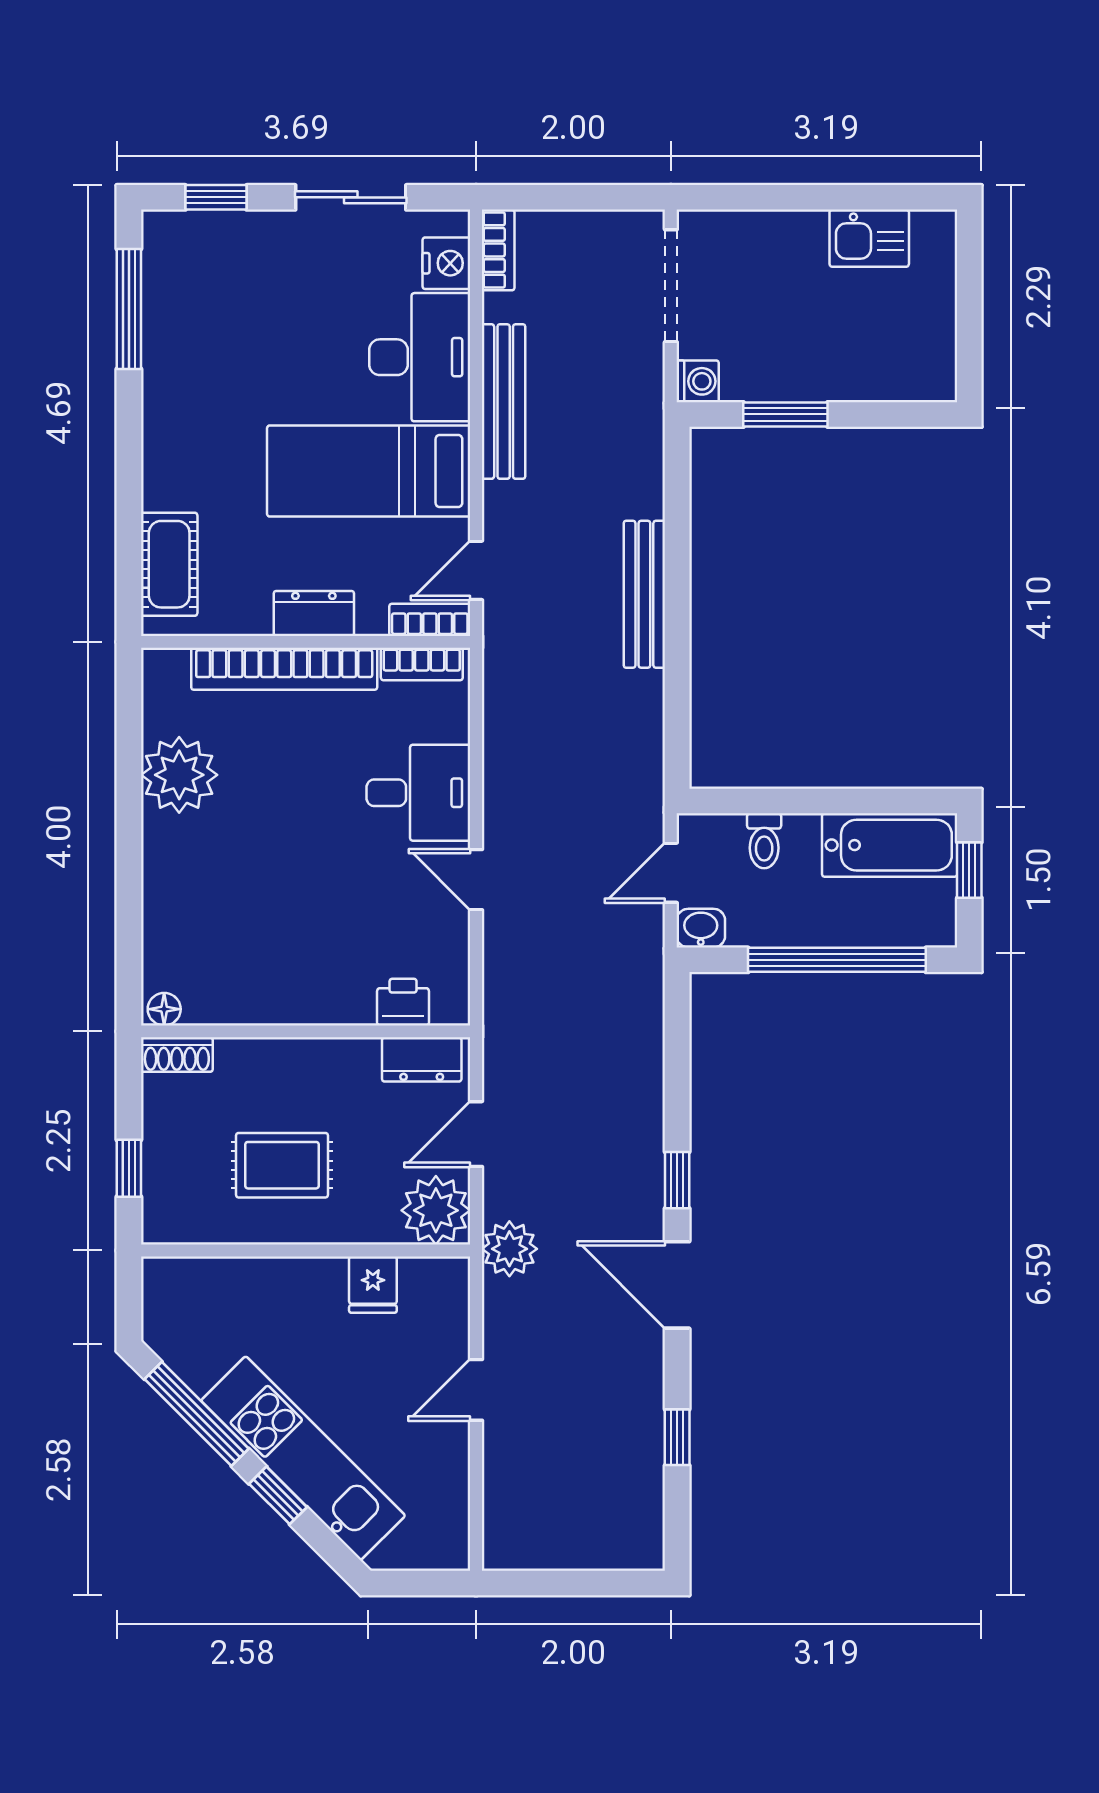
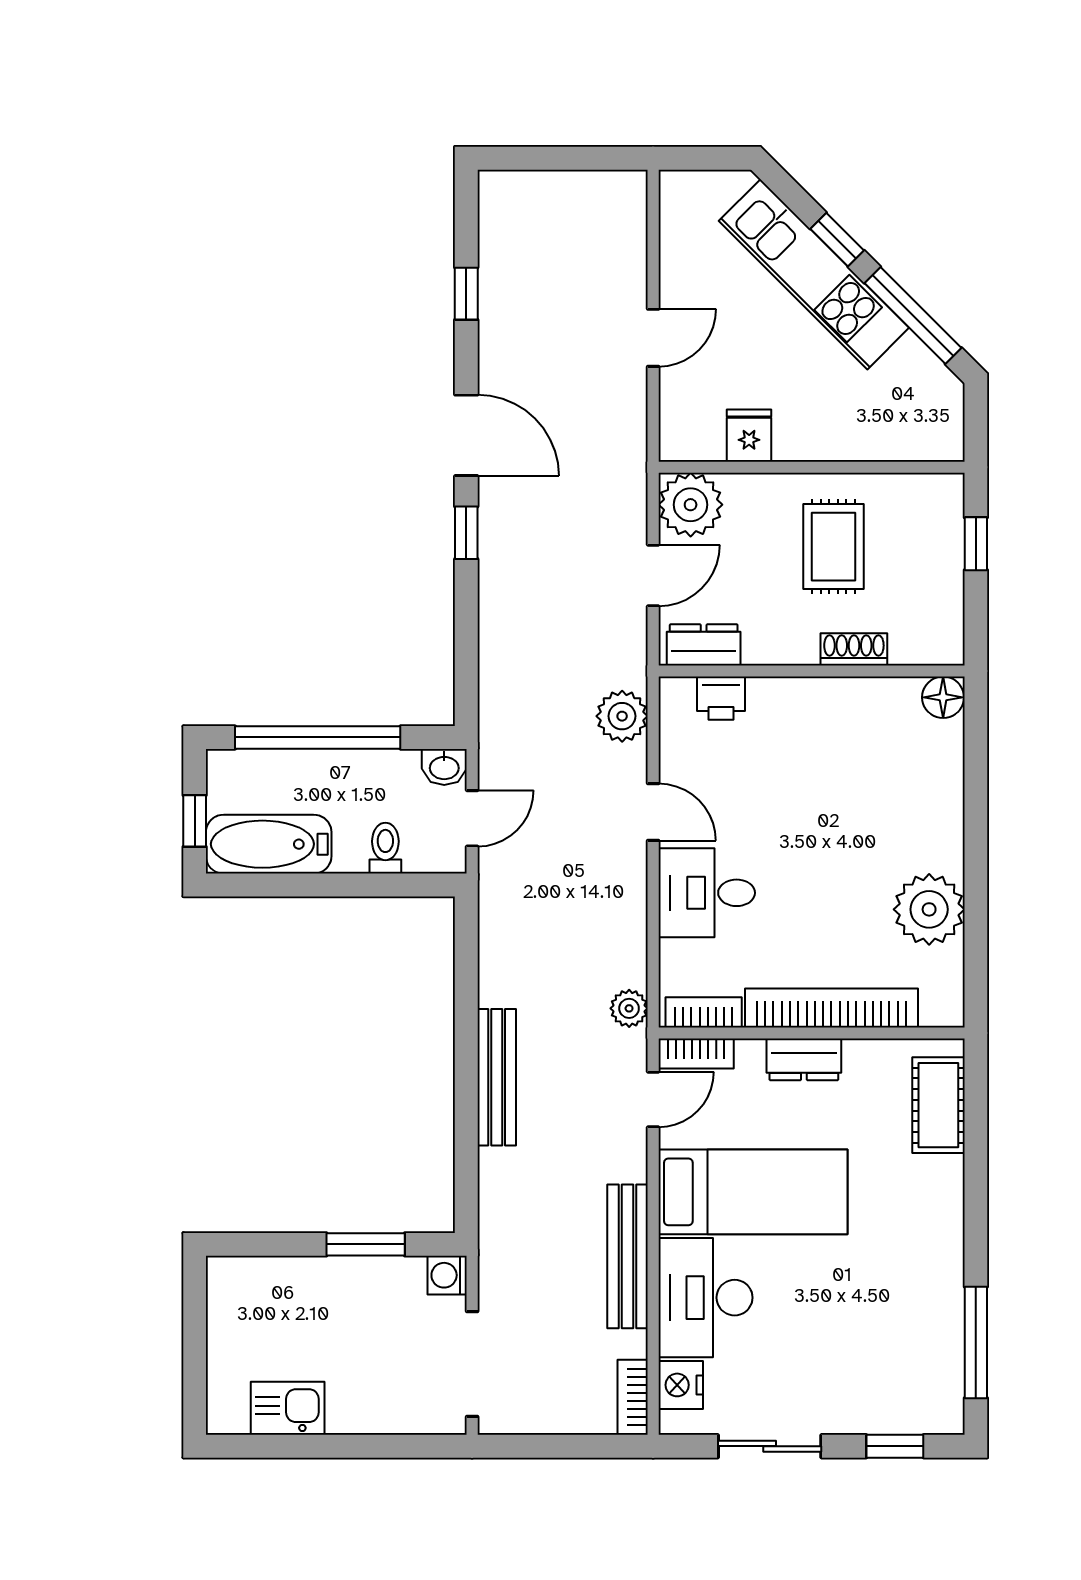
plant: (502, 668) -> (629, 1008), added
floor lamp: (164, 1009) -> (943, 697), width x1.37, depth x1.37
shoe rack: (177, 1055) -> (854, 649), moved
rug: (282, 1165) -> (834, 547), turned 90
plant: (509, 1249) -> (622, 716), moved

